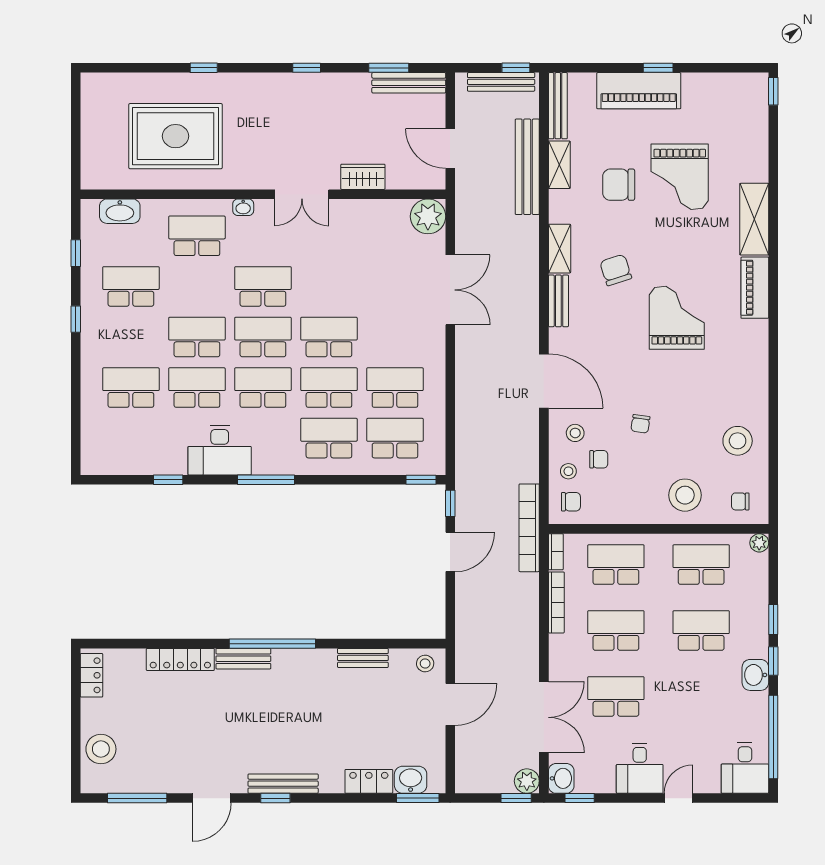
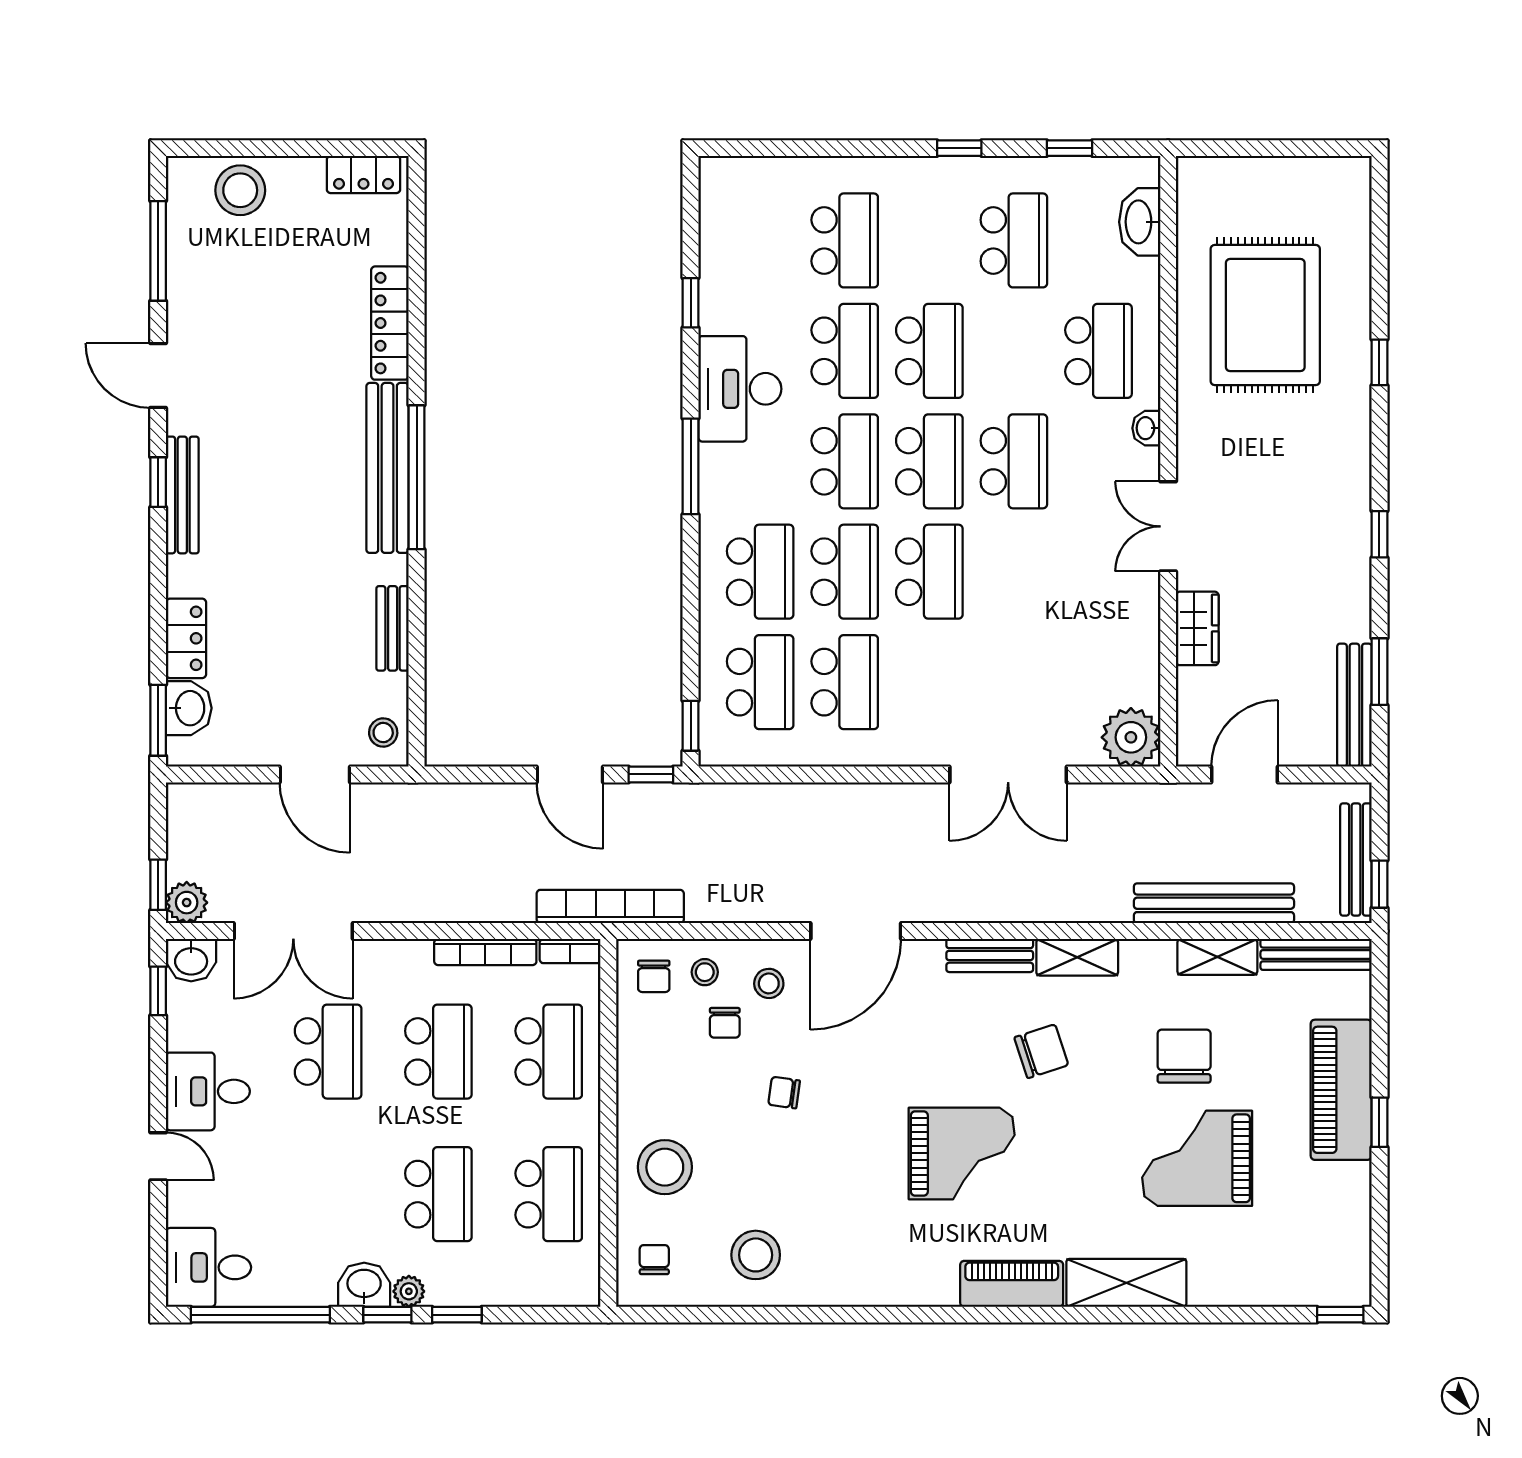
plant: (759, 543) -> (409, 1291), moved
bench: (243, 659) -> (388, 468), width x1.86, depth x1.21

